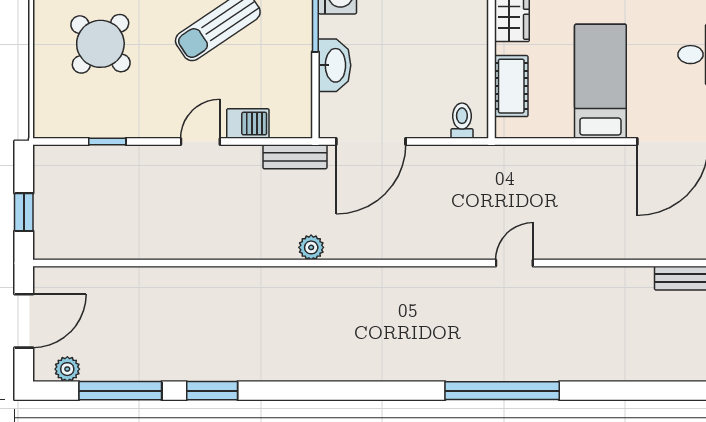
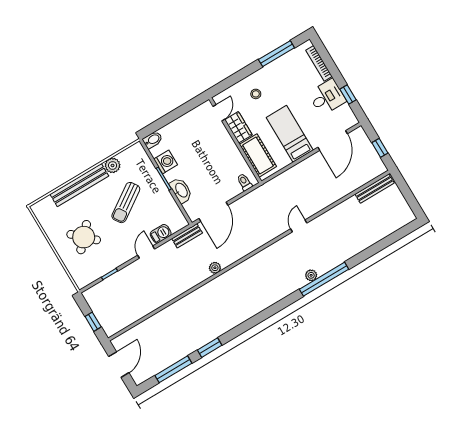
cot: (511, 86) -> (258, 155), width x1.37, depth x1.34
plant: (67, 369) -> (311, 275), moved

